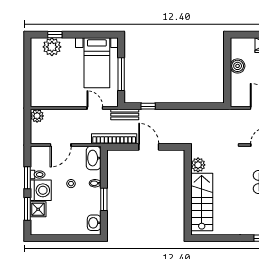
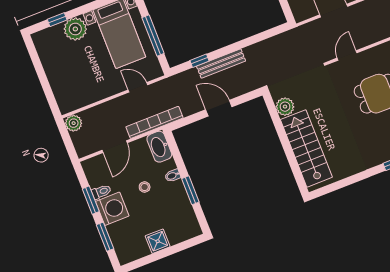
plant: (52, 47) -> (75, 29), moved
bench: (125, 115) -> (221, 64), moved, width x1.36
bookcase: (114, 139) -> (154, 122), moved
shower: (38, 209) -> (158, 241), moved
washbasin: (94, 223) -> (190, 222), removed

